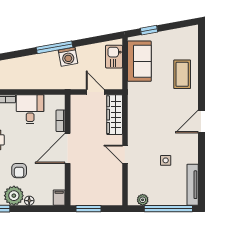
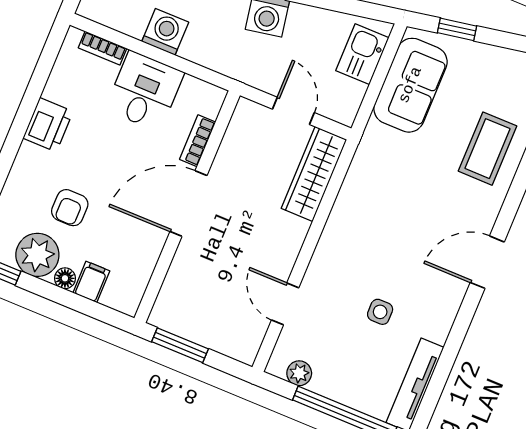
washing machine: (28, 81) -> (165, 32), added
door: (125, 154) -> (285, 304), moved
filing cabinet: (59, 198) -> (91, 282), moved

